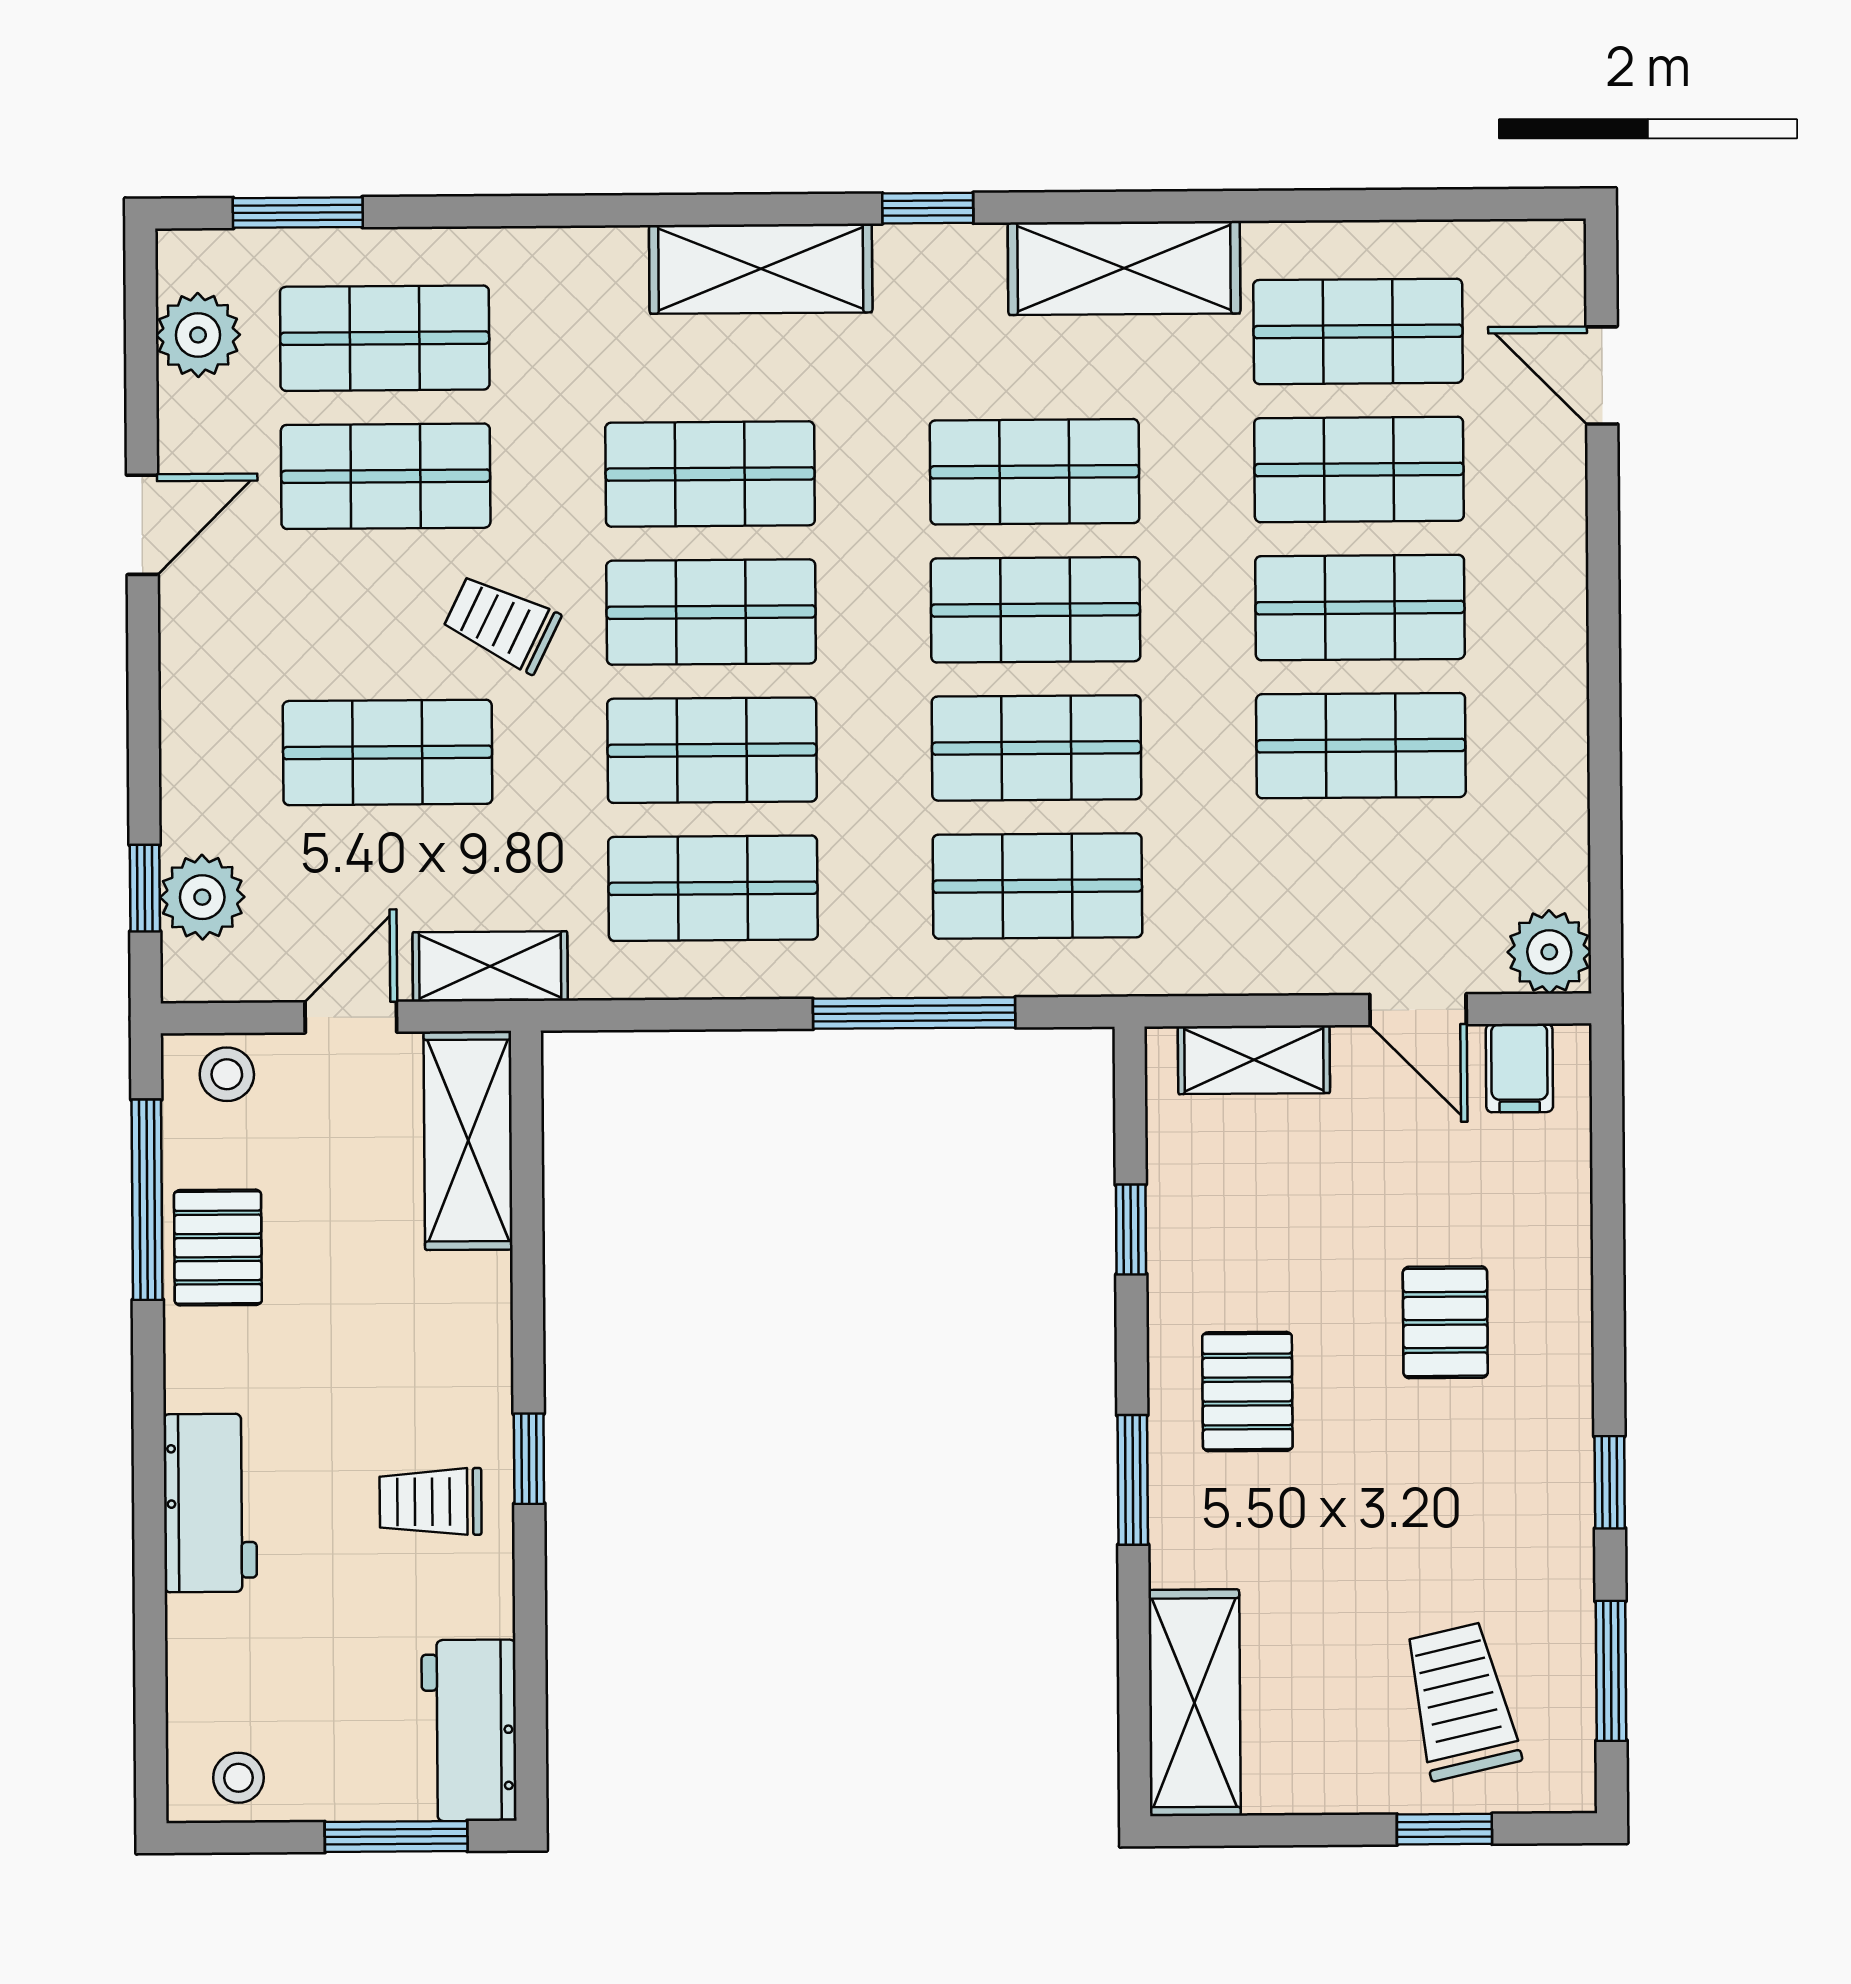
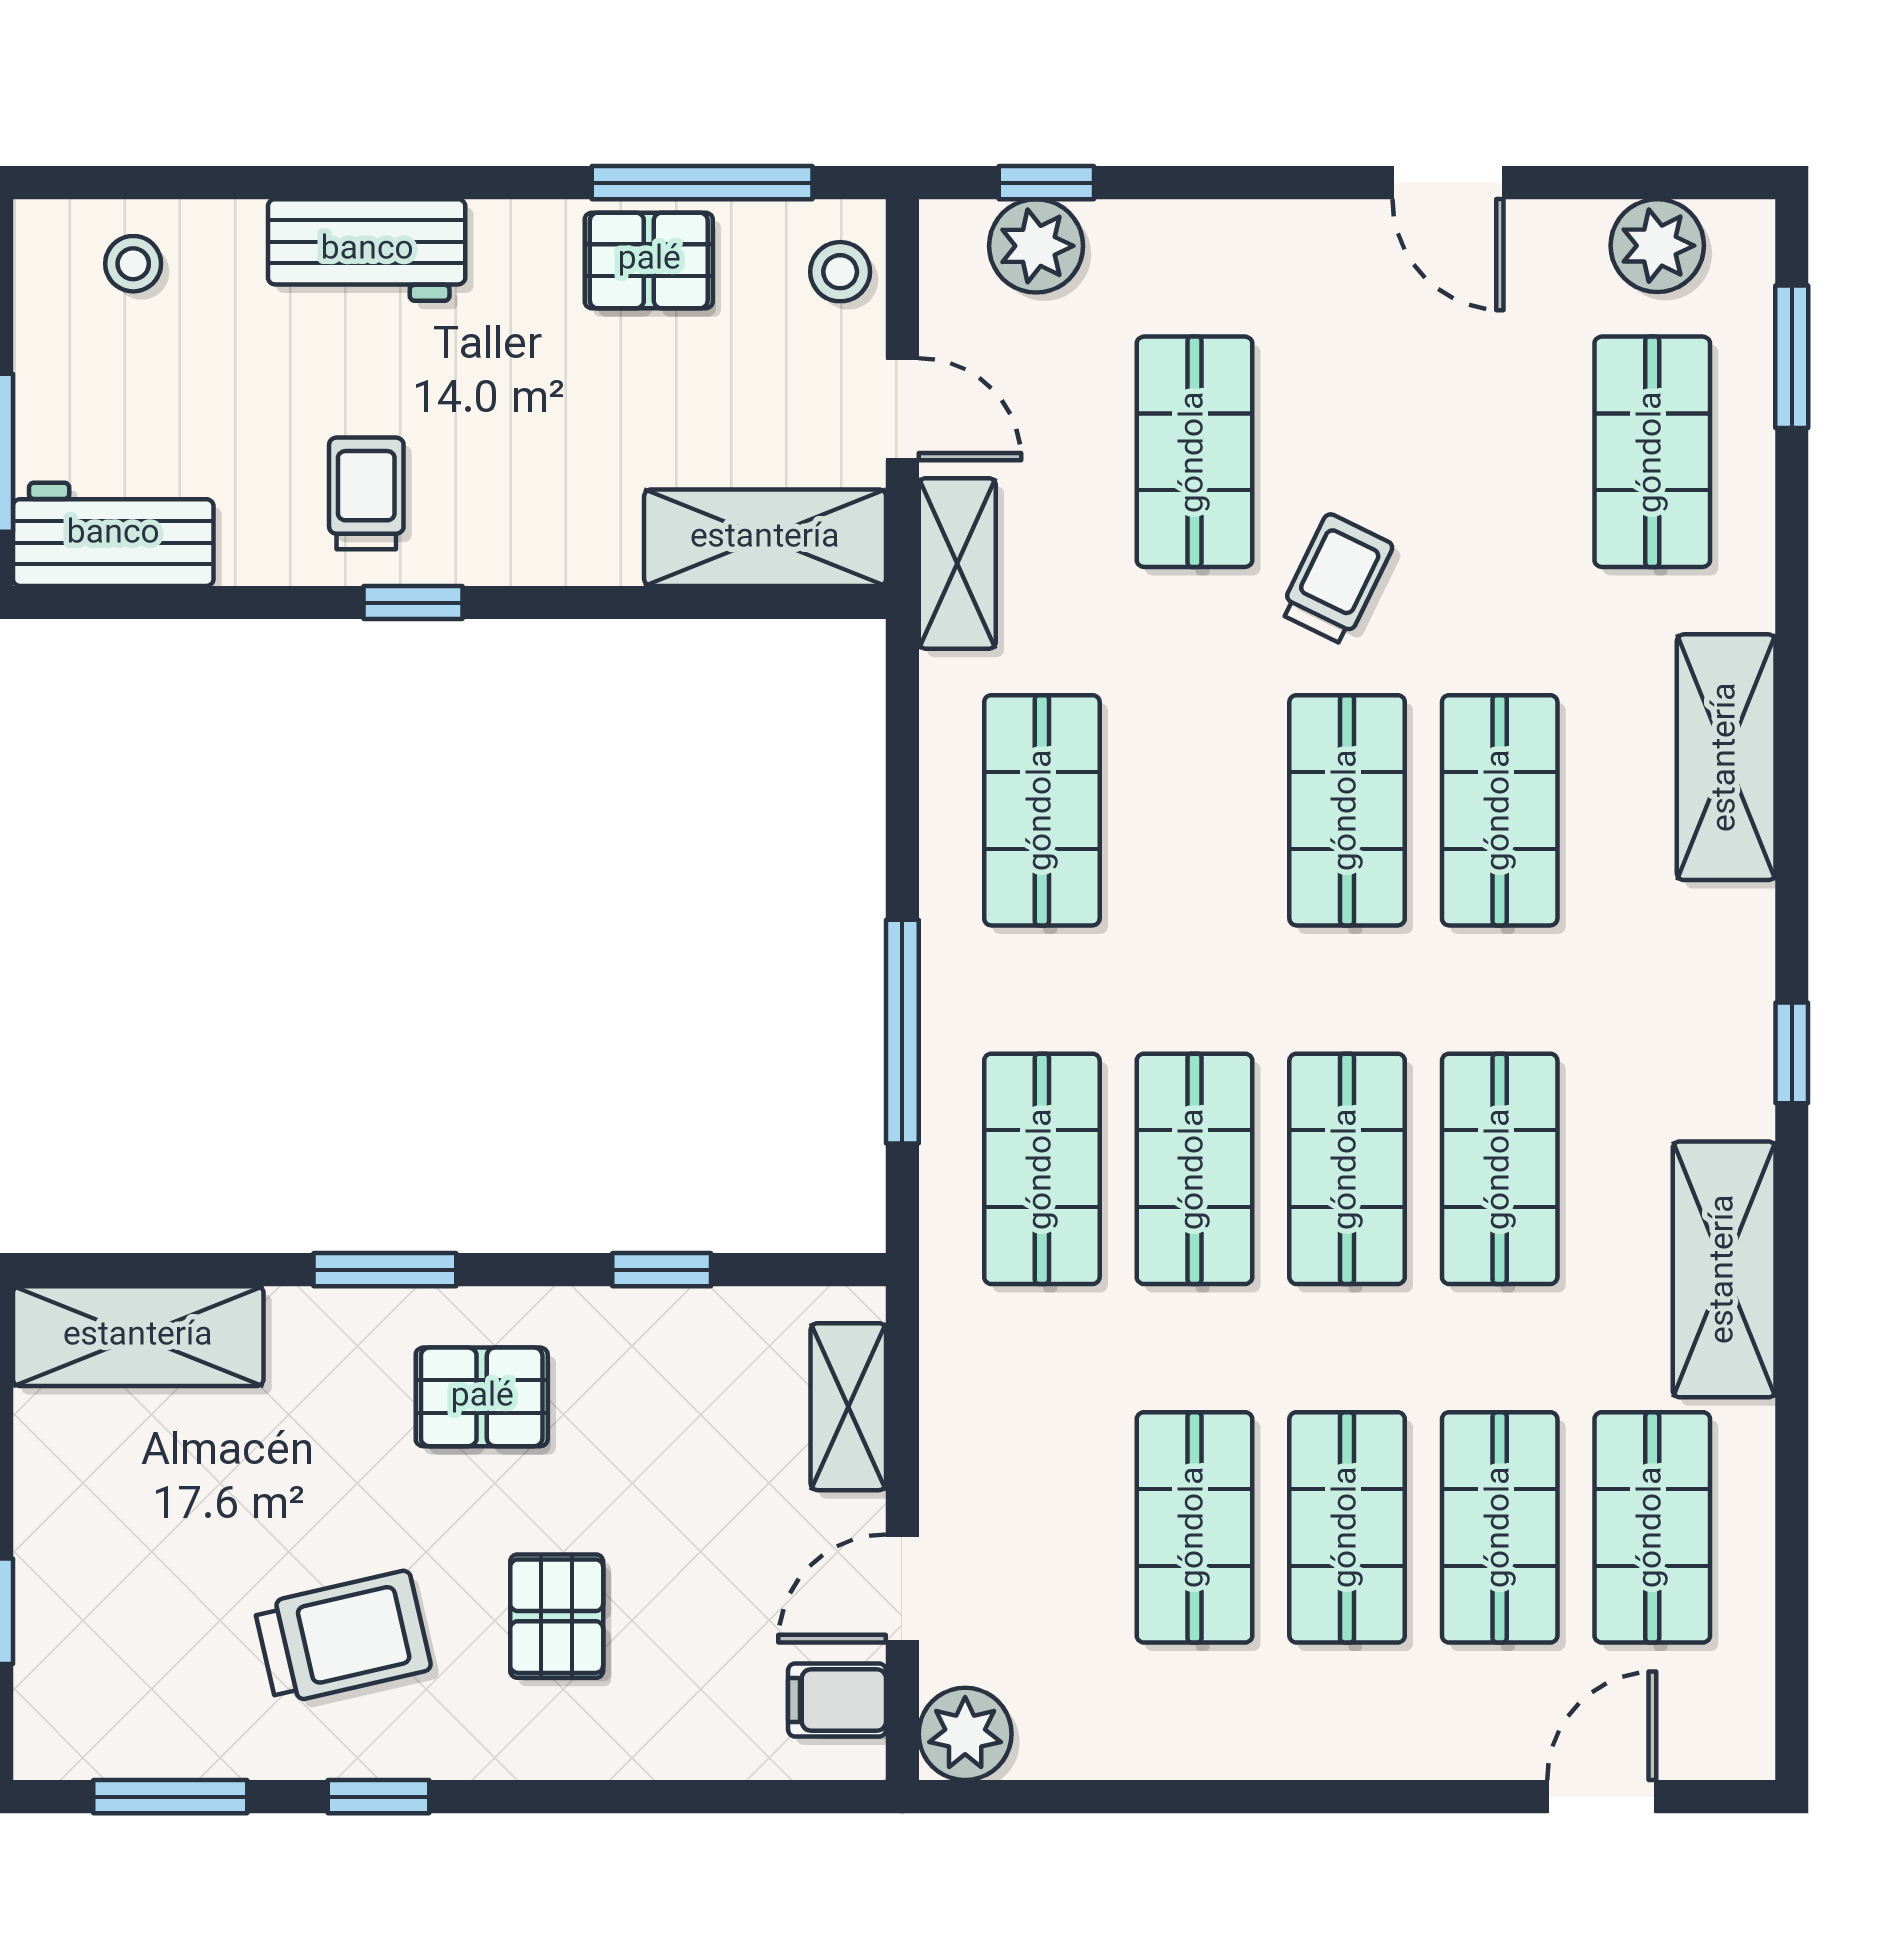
shelving: (761, 269) -> (1726, 757), moved
shop shelf: (386, 476) -> (1500, 452), removed
shop shelf: (712, 750) -> (1194, 810), removed
pallet: (1445, 1322) -> (557, 1616), turned 90
trolley: (1461, 1701) -> (343, 1637), moved
stool: (238, 1778) -> (133, 264), moved

